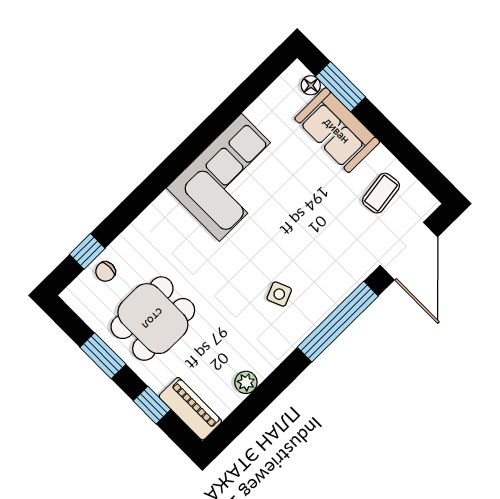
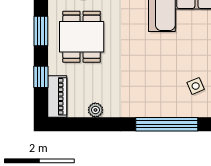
side table: (279, 294) -> (196, 86), moved
dining table: (153, 319) -> (82, 37), turned 90

